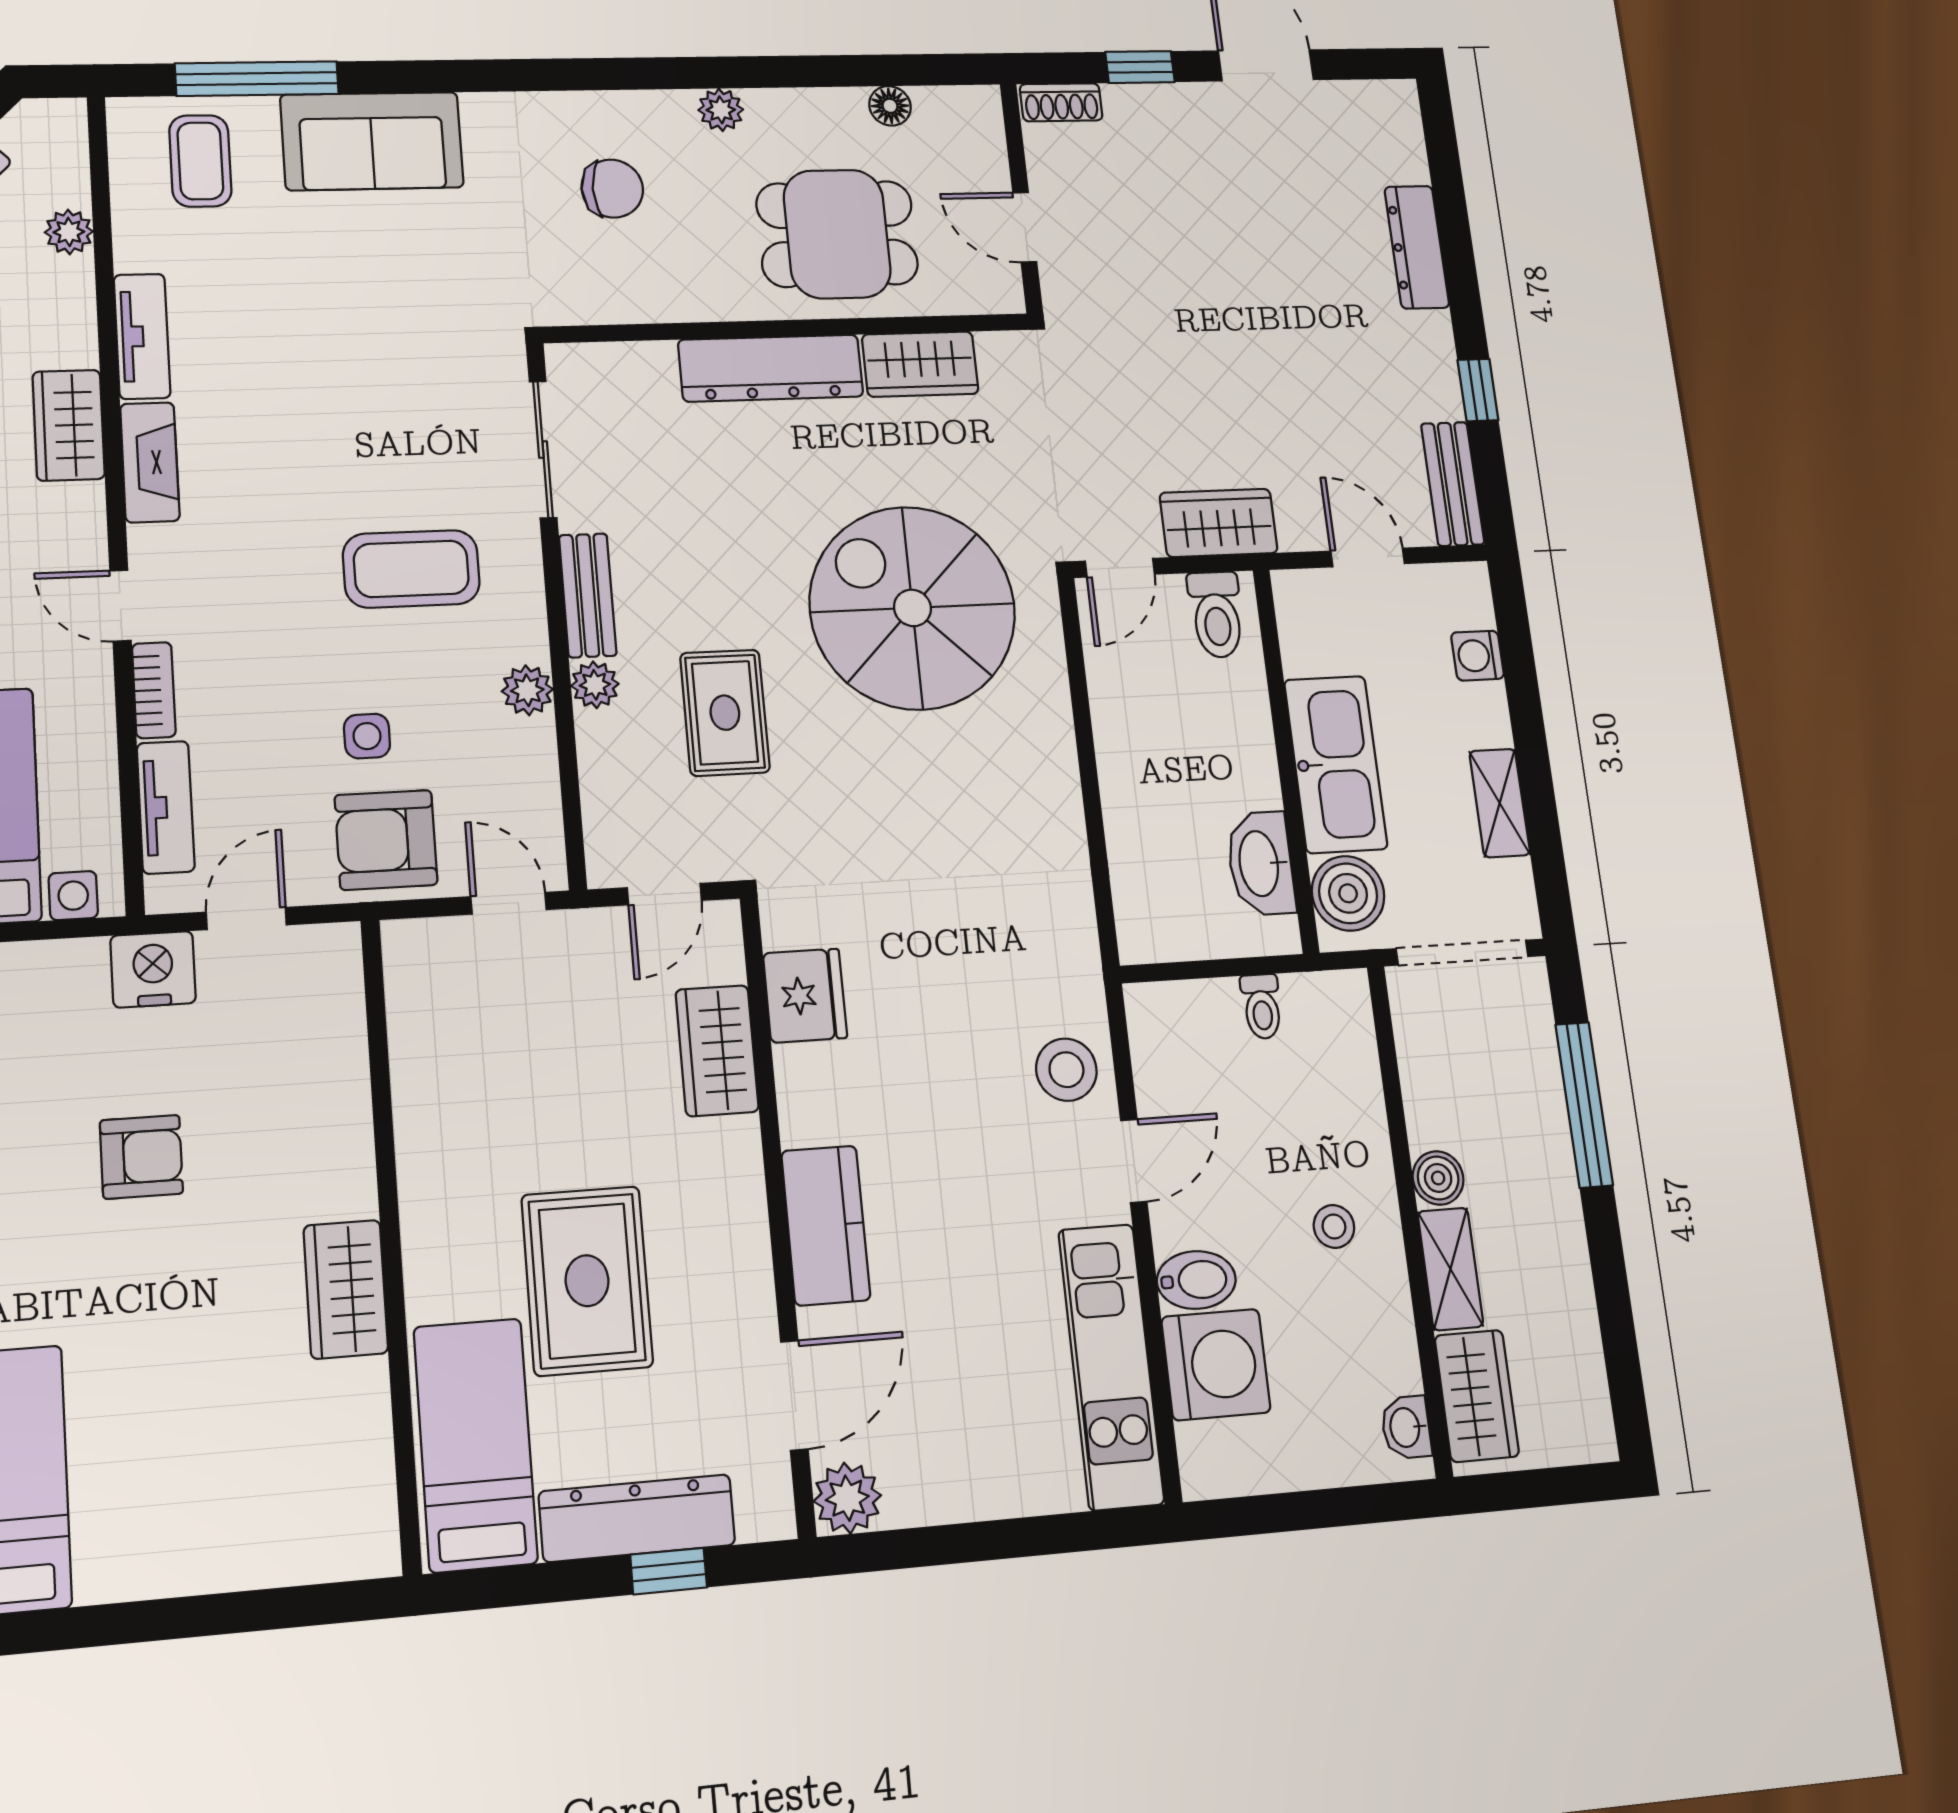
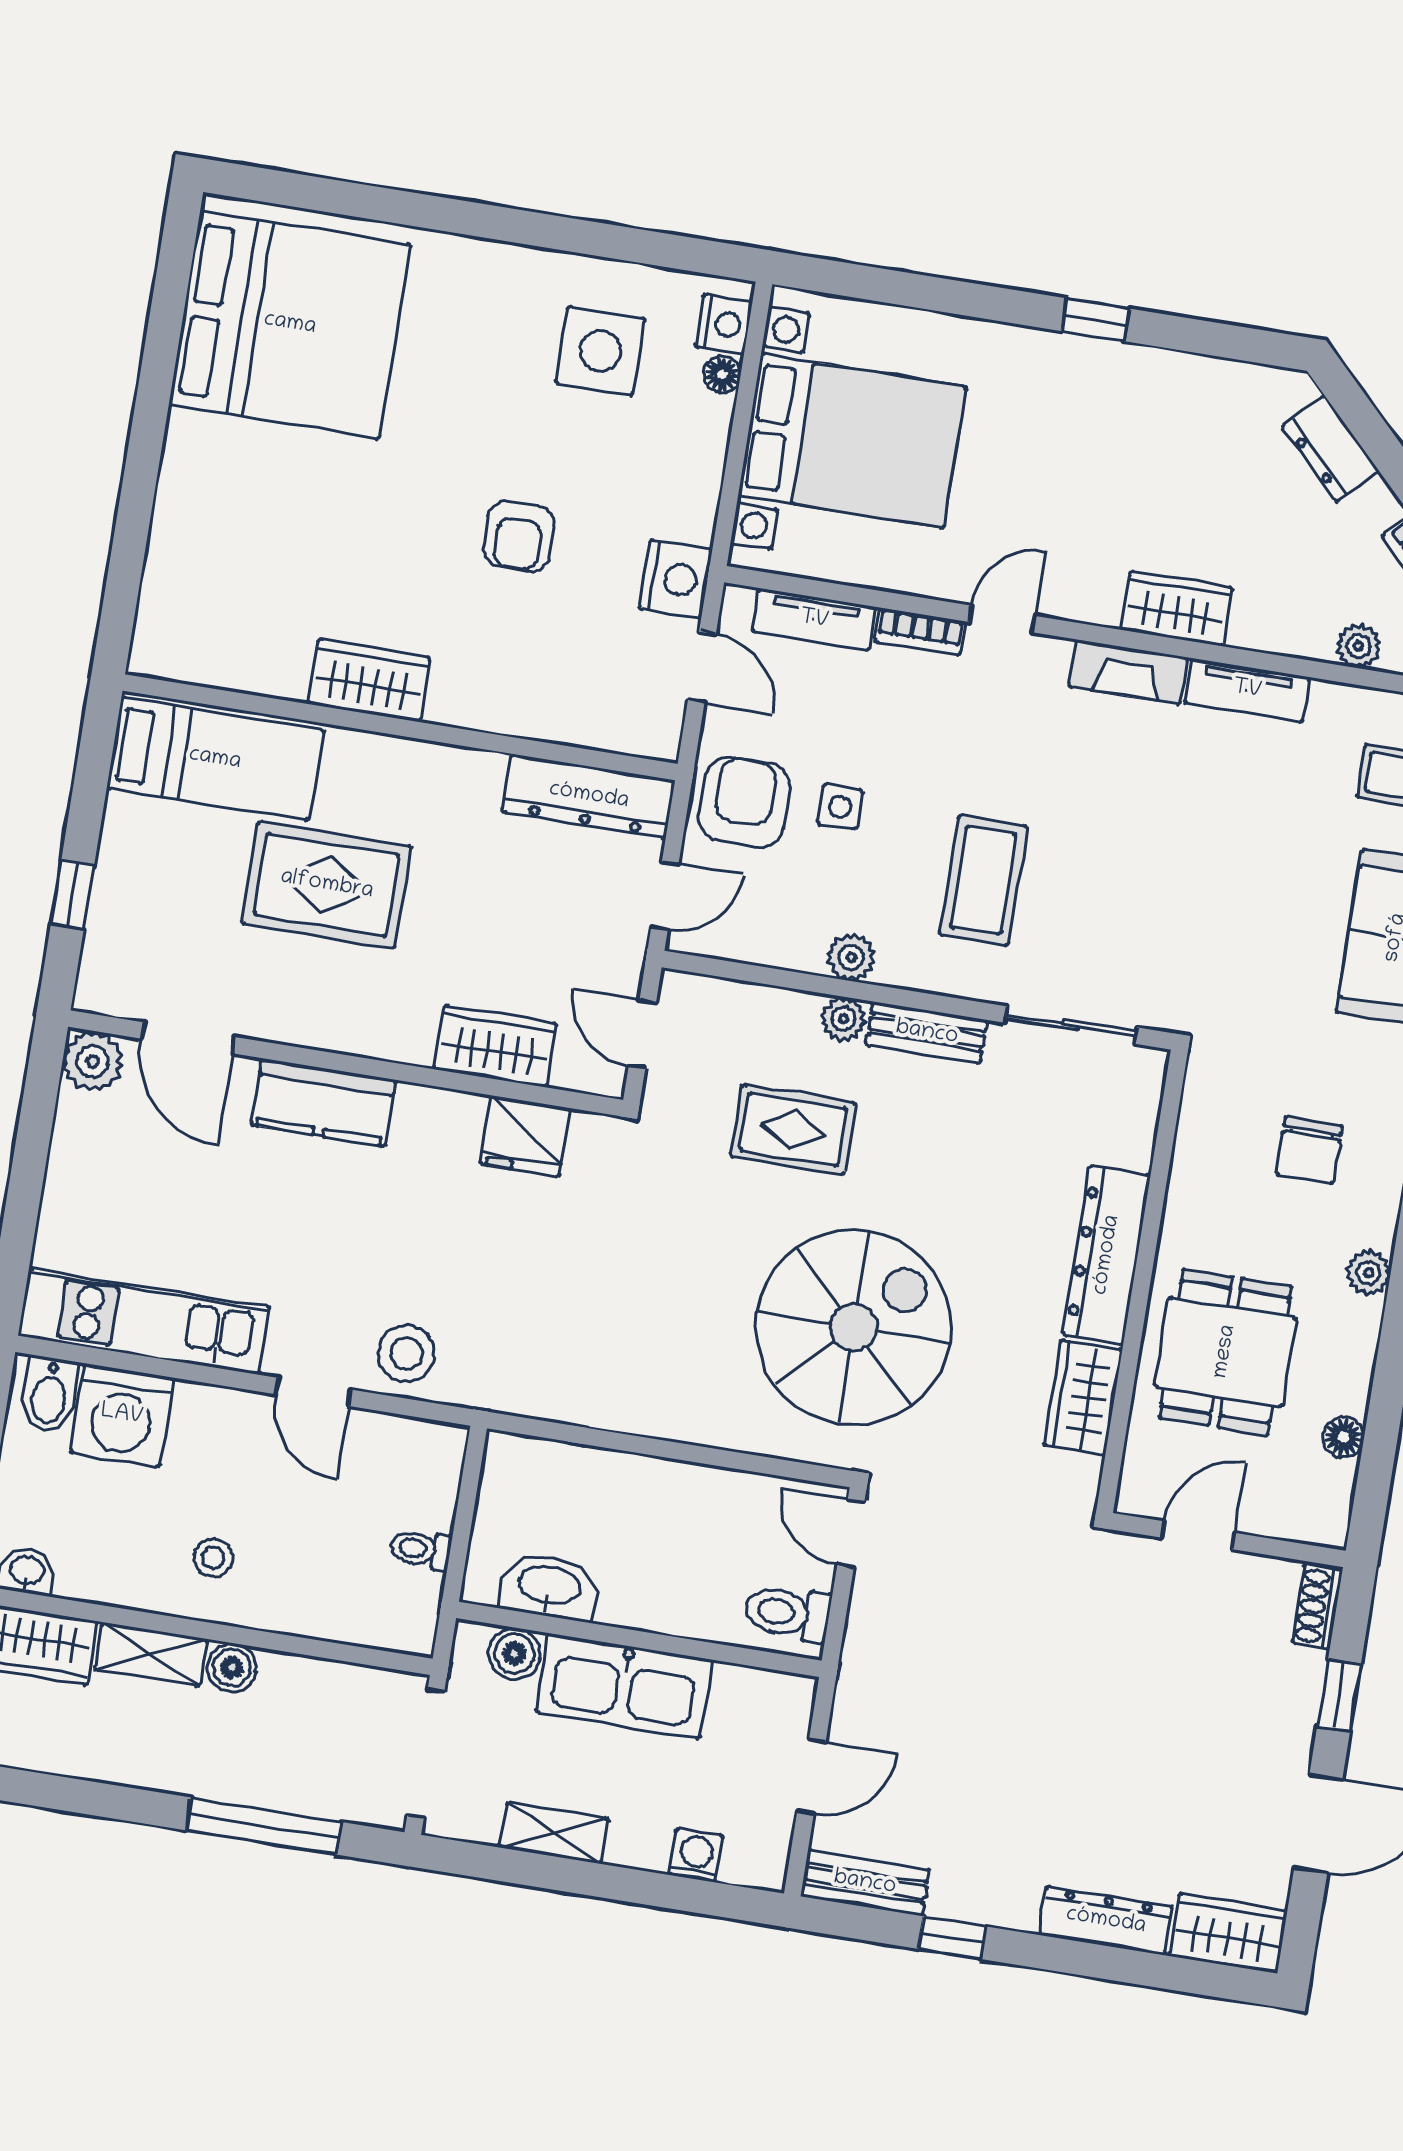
wardrobe: (1219, 523) -> (1228, 1933), moved, turned -90
boiler: (1348, 893) -> (514, 1654), width x0.73, depth x0.73
bidet: (1196, 1280) -> (49, 1395), moved
dresser: (637, 1518) -> (589, 796), moved, turned 90

